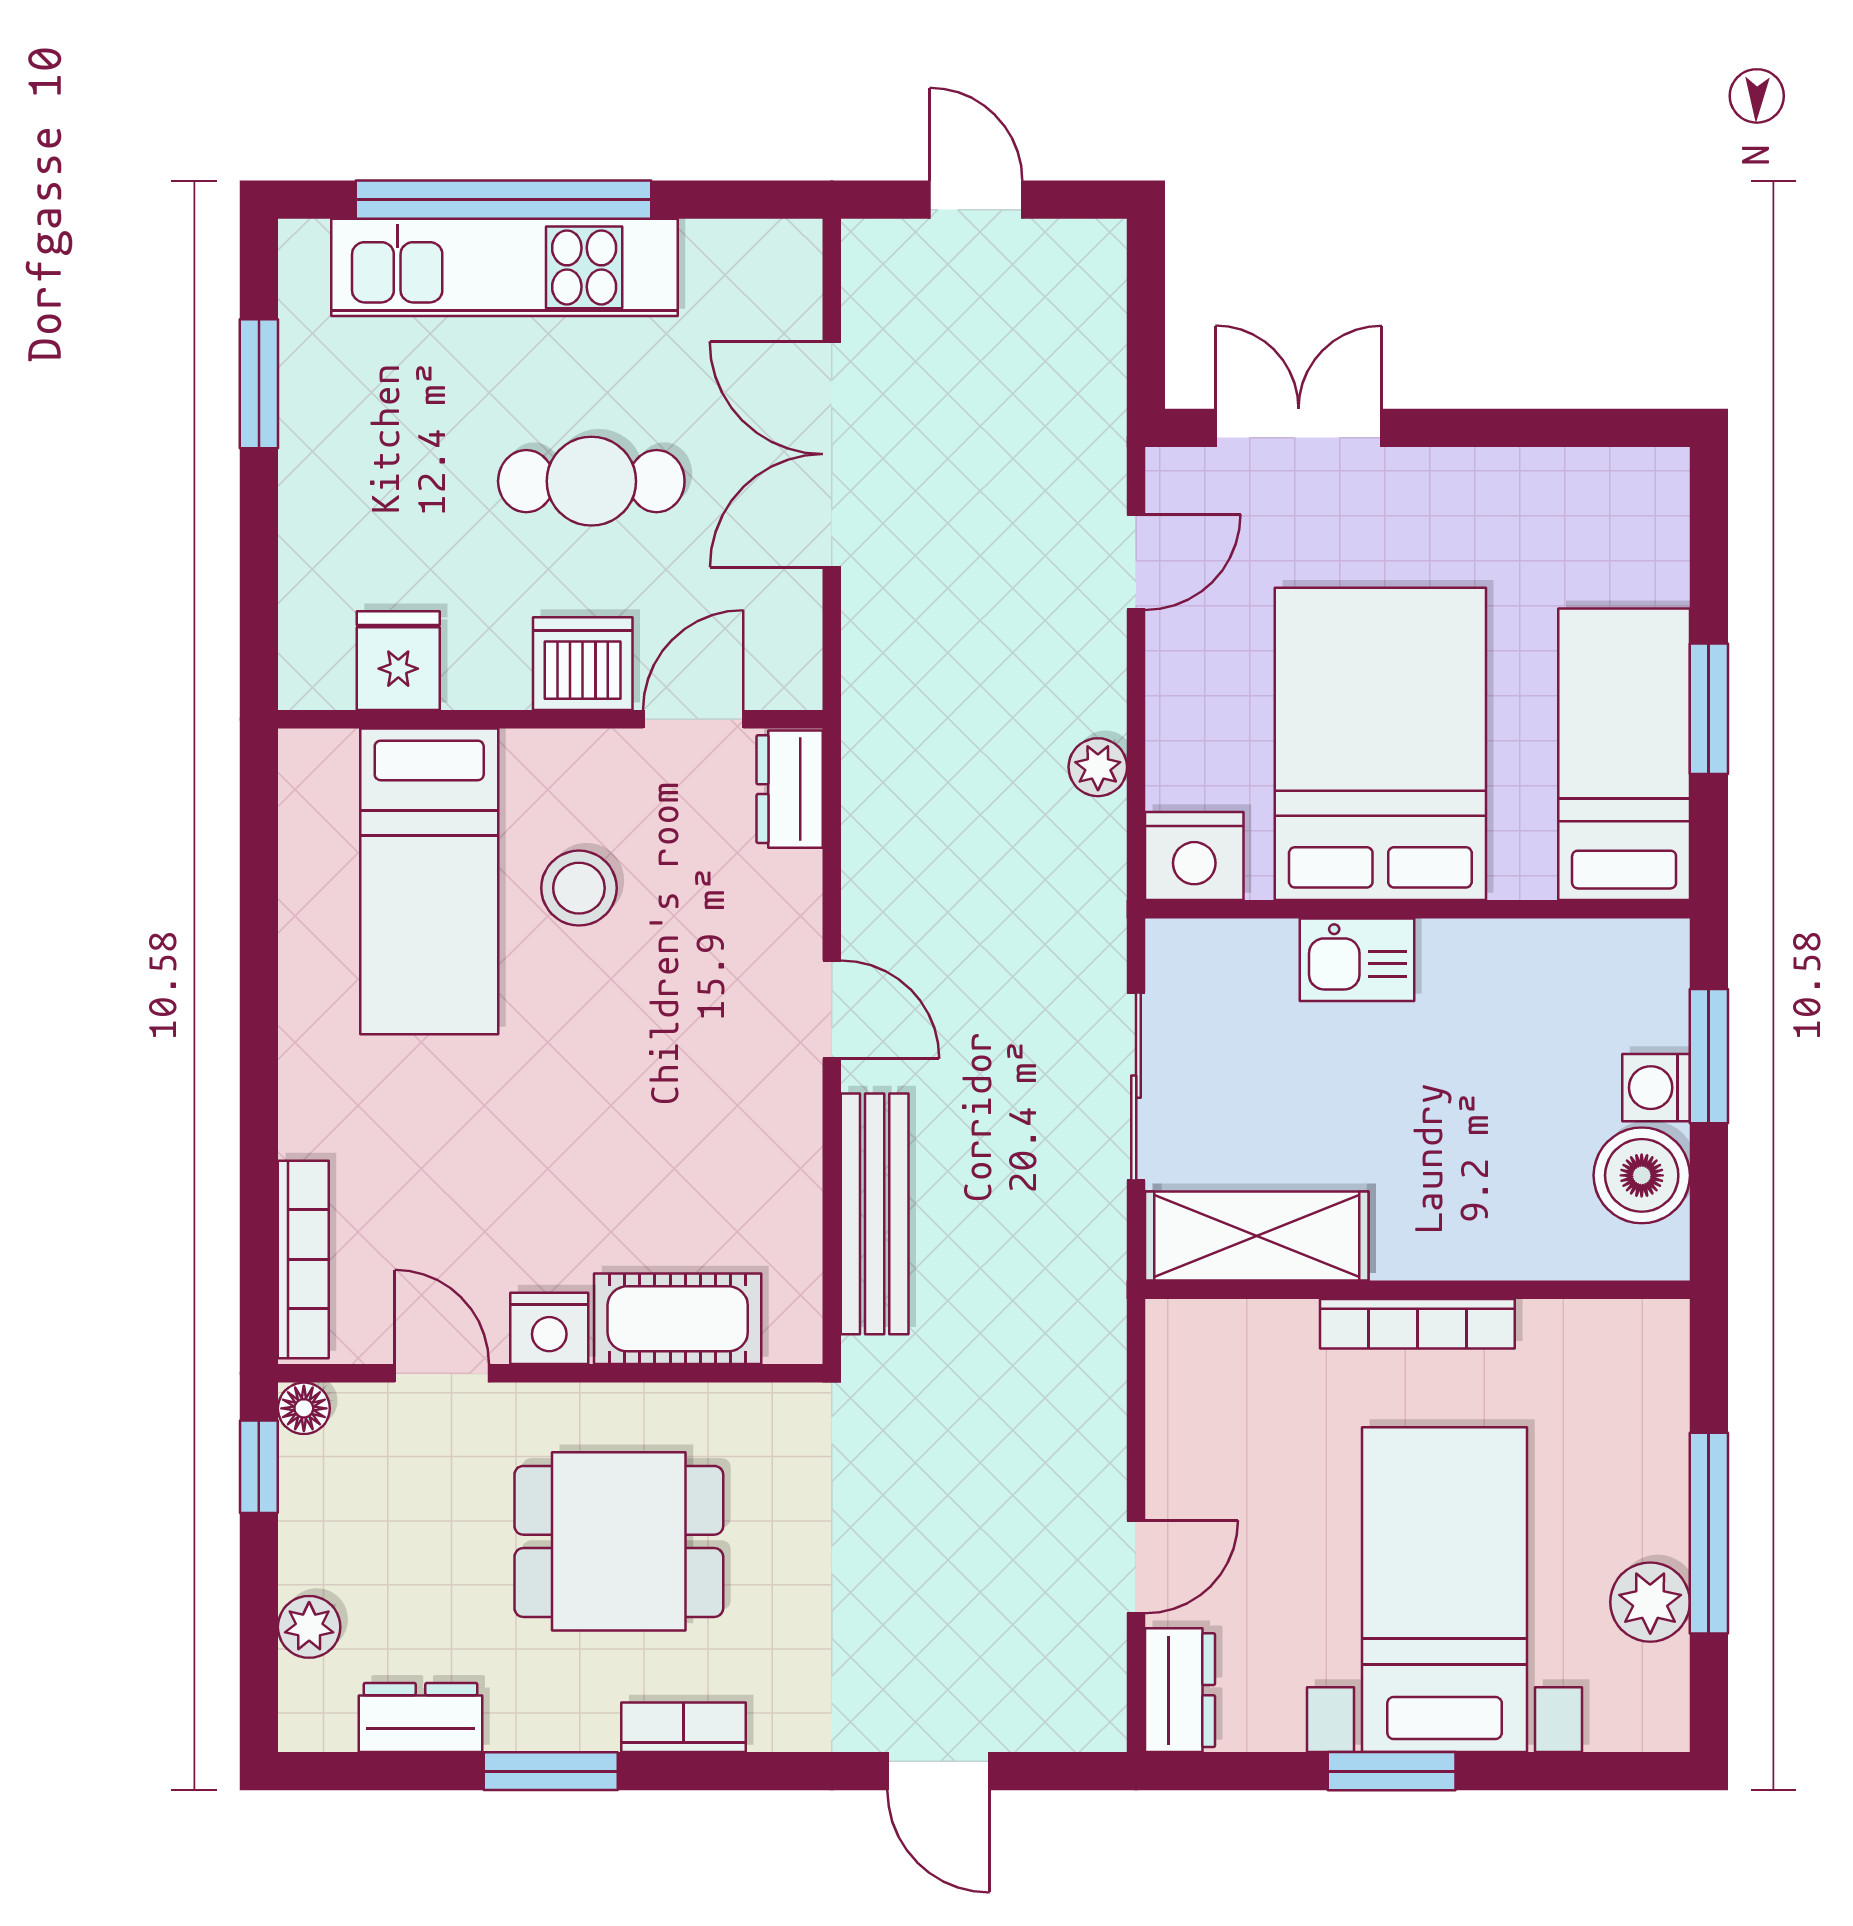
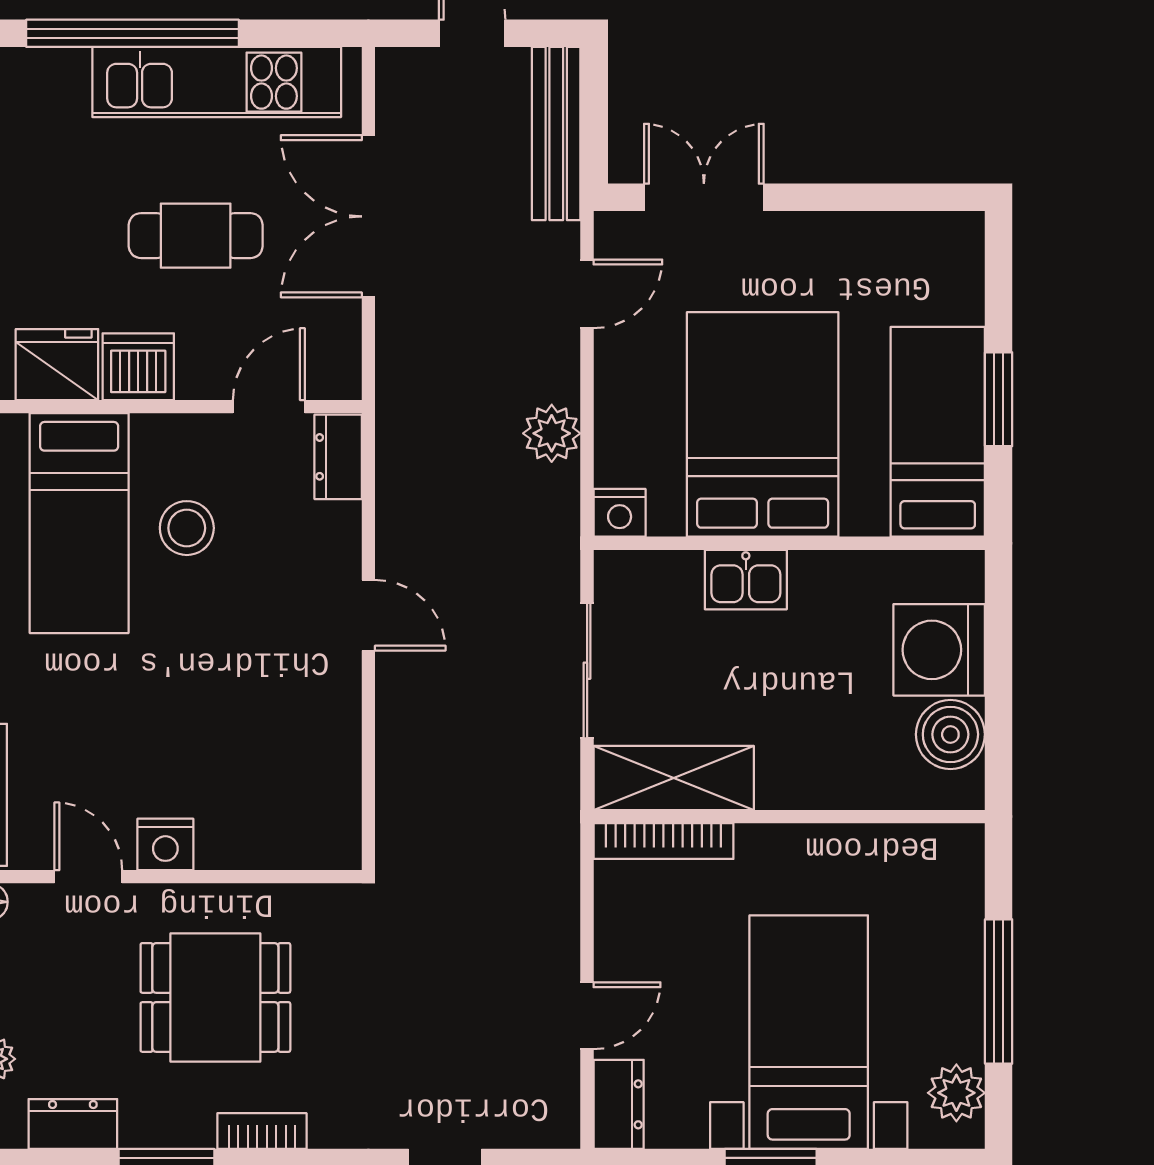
kitchen unit: (504, 267) -> (217, 82), moved
fridge: (398, 661) -> (57, 365), width x1.38
dishwasher: (583, 664) -> (138, 367), moved
plant: (1098, 767) -> (552, 433), width x1.38, depth x1.38
nightstand: (1194, 856) -> (620, 513), width x0.74, depth x0.75
window: (1709, 1056) -> (999, 649), removed
washing machine: (1656, 1088) -> (939, 650), width x1.89, depth x1.89
bench: (875, 1214) -> (556, 134), moved
cot: (678, 1319) -> (258, 838), removed
bookcase: (1417, 1324) -> (663, 841), moved
plant: (1650, 1602) -> (956, 1093), moved

